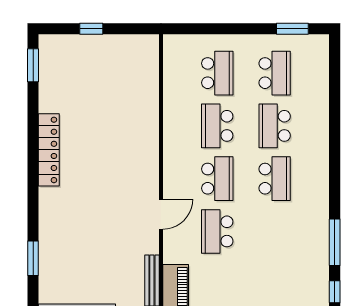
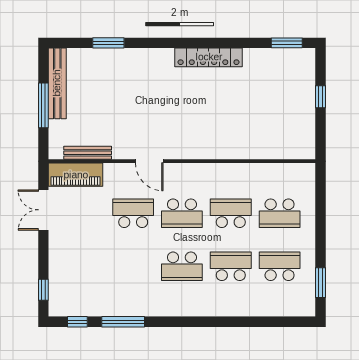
school desk: (275, 73) -> (280, 266), turned 180

